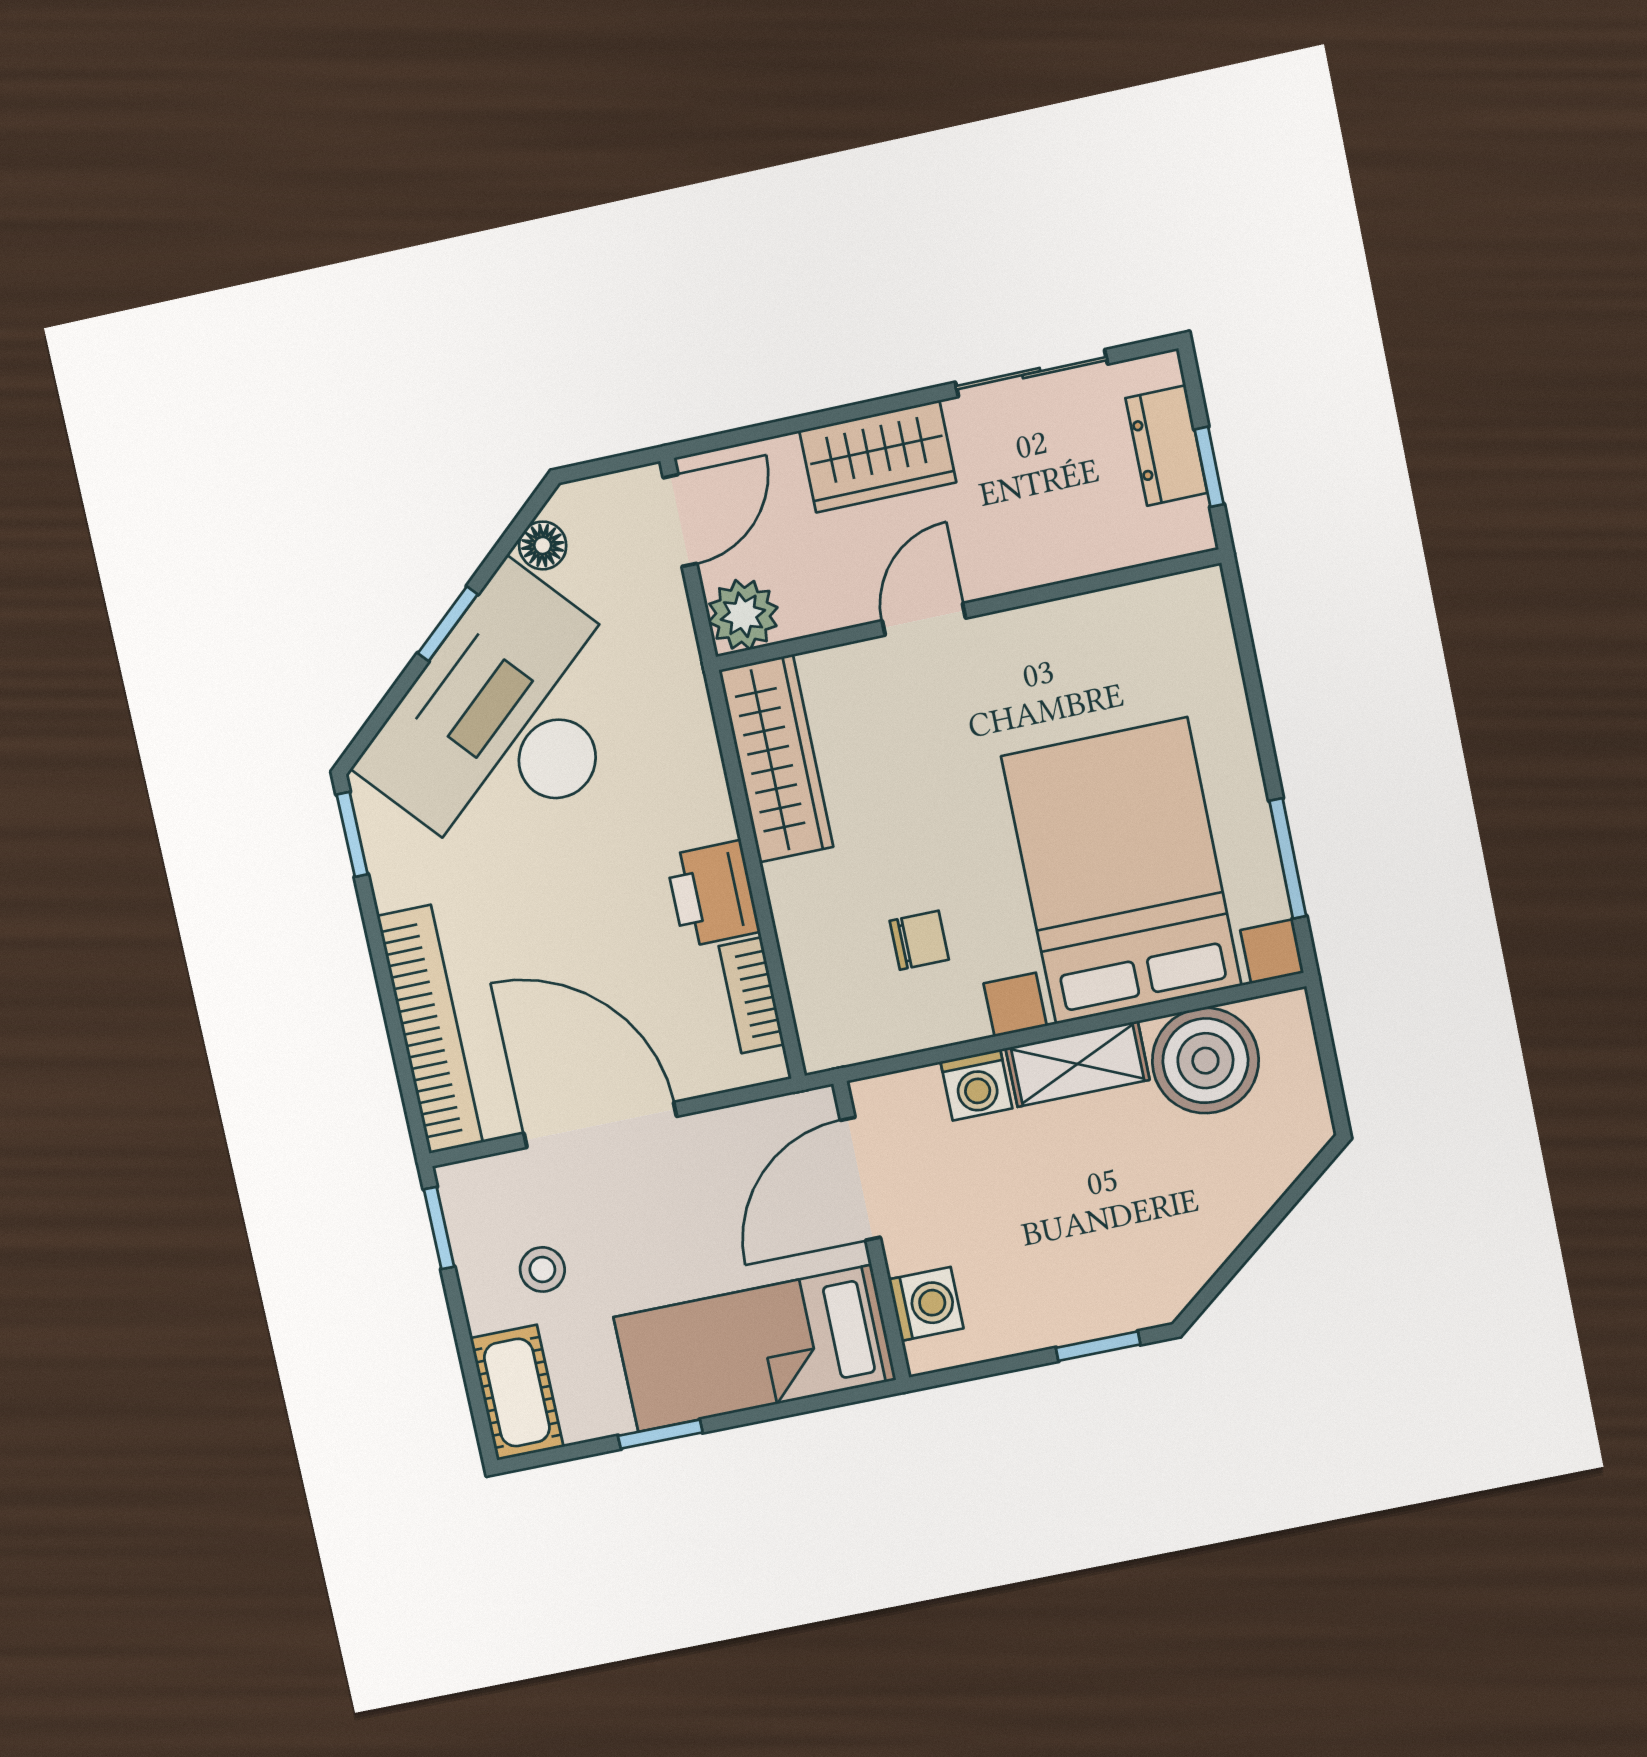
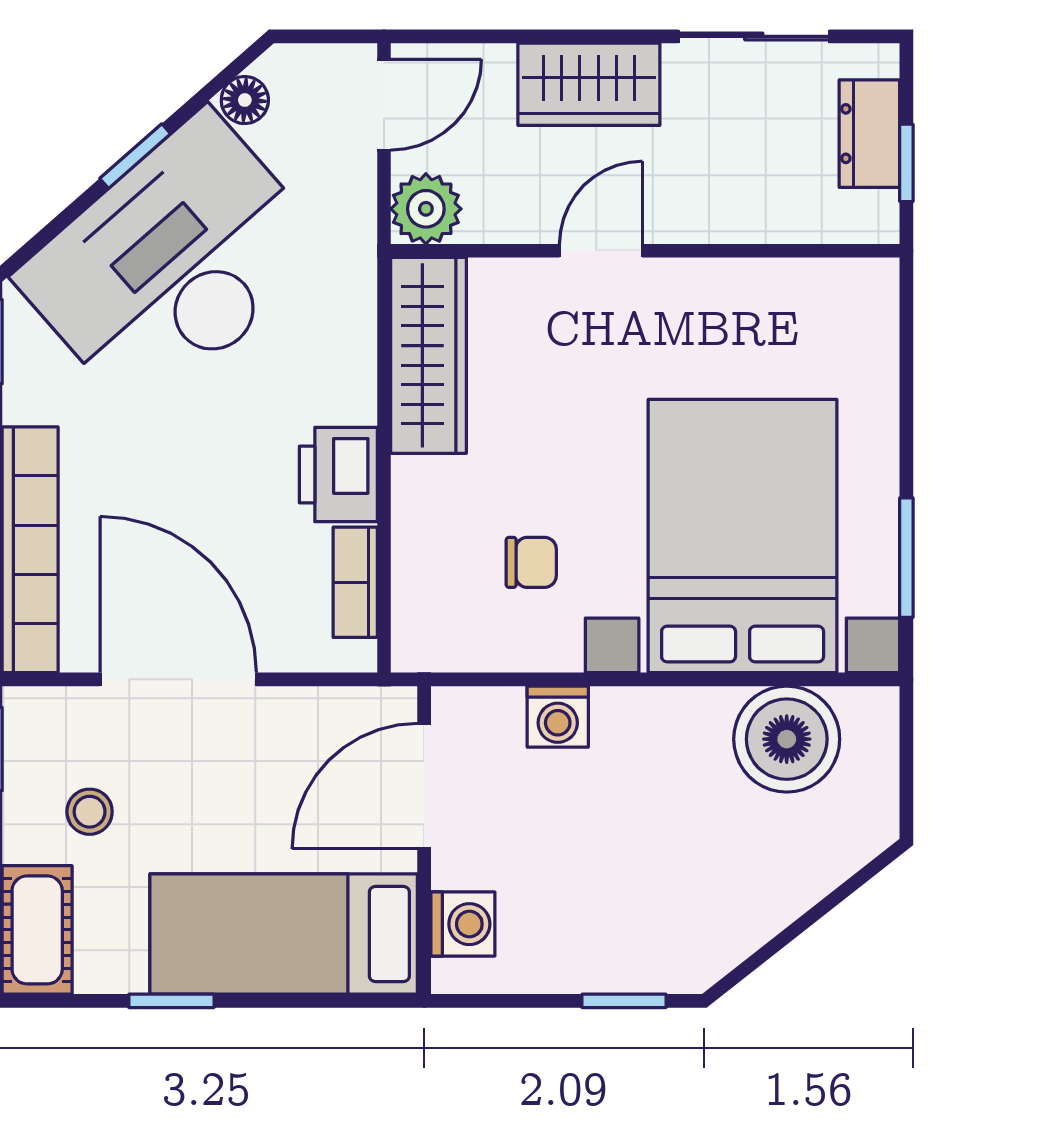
shelving: (1077, 1064) -> (661, 716), removed

